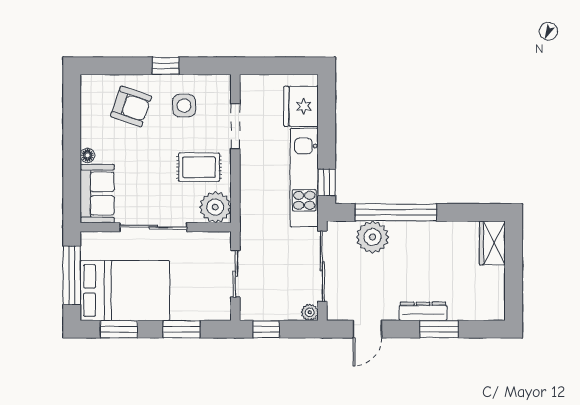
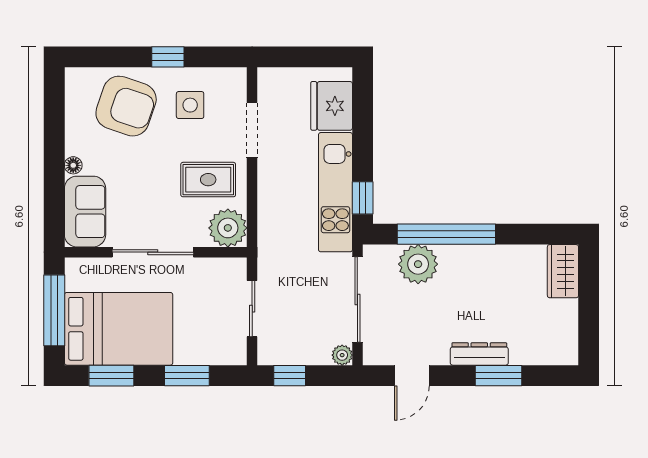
armchair: (131, 106) -> (126, 106), width x1.36, depth x1.36

